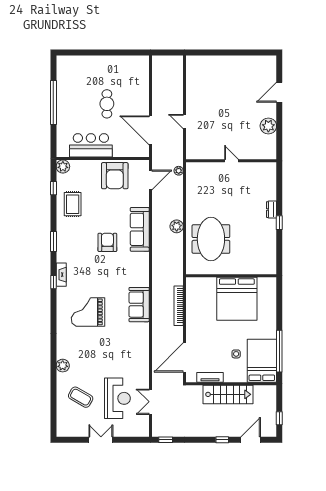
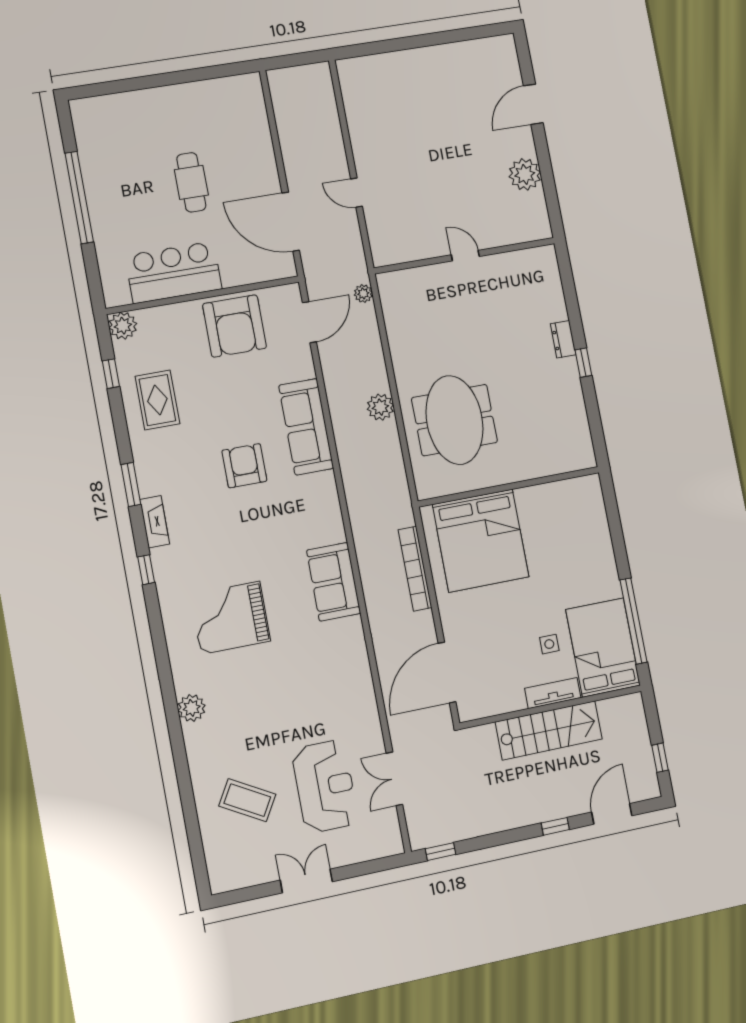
fireplace: (61, 275) -> (155, 522), moved
bed: (237, 299) -> (481, 541), moved
plant: (63, 366) -> (192, 708), moved
tv unit: (210, 377) -> (553, 693), moved

